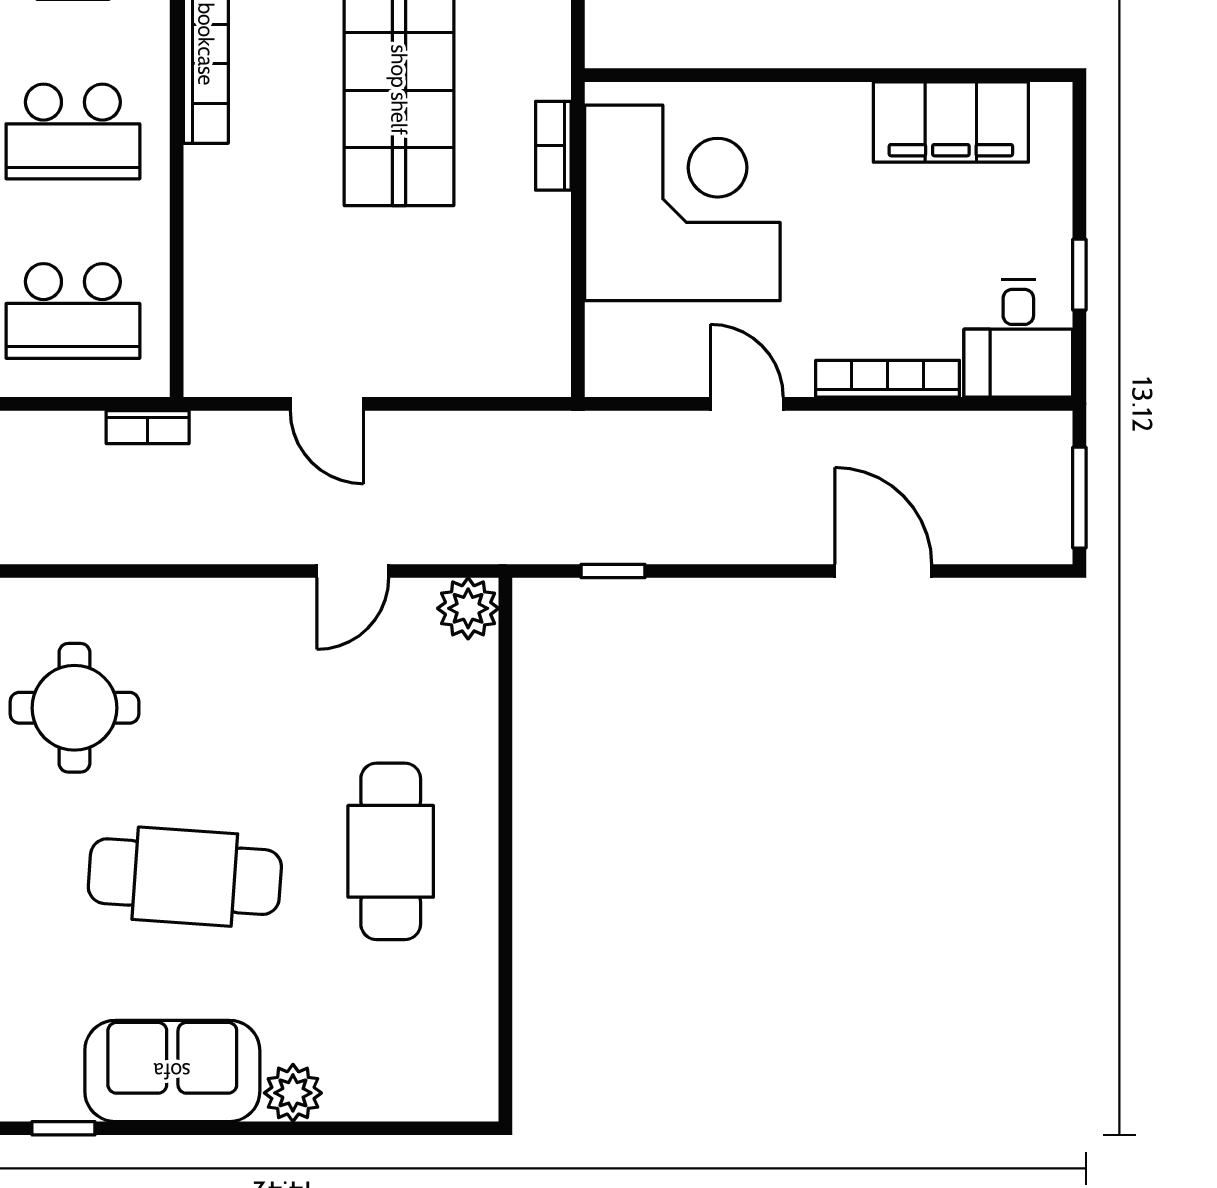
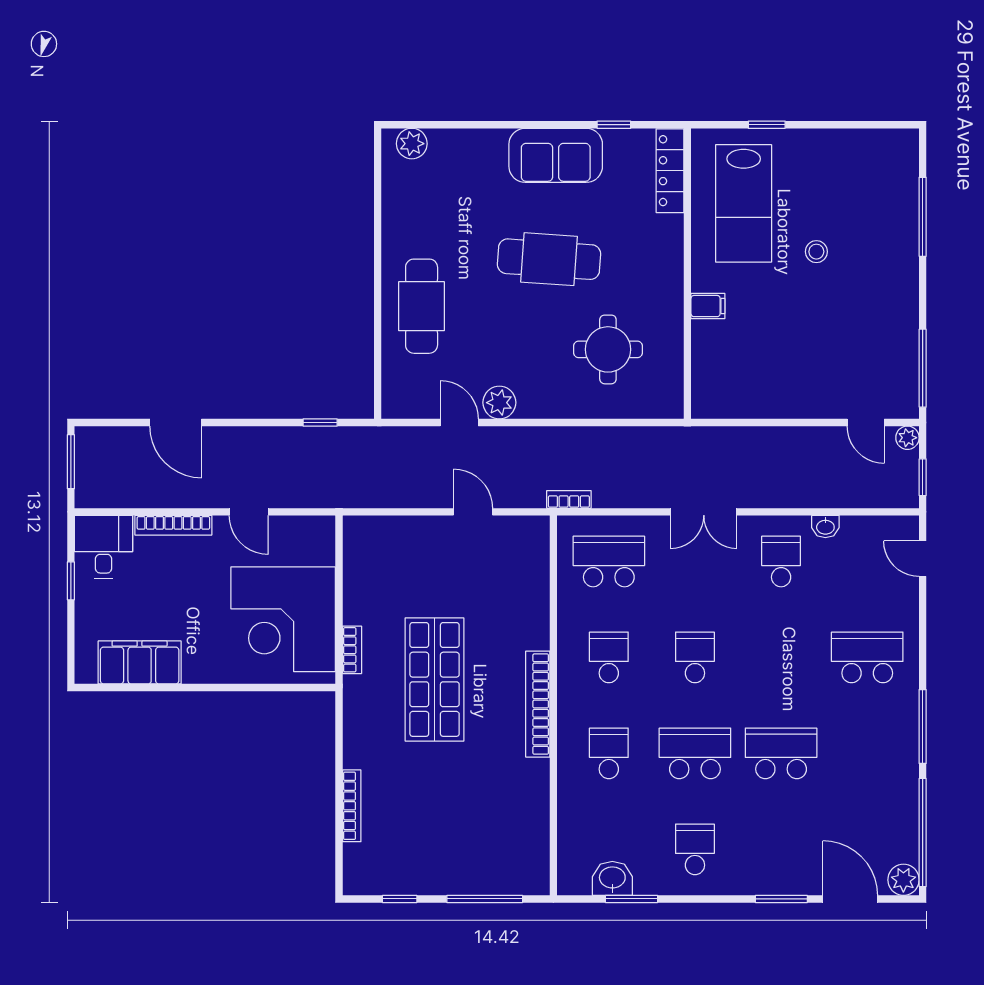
school desk: (73, 131) -> (609, 657), width x0.54
door: (353, 571) -> (459, 422), hinge flipped
plant: (468, 608) -> (499, 403), moved
cafe table: (391, 851) -> (422, 306), moved
plant: (293, 1093) -> (412, 144), moved

